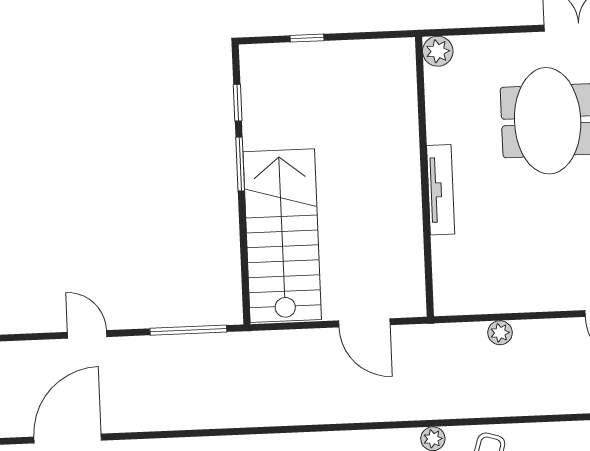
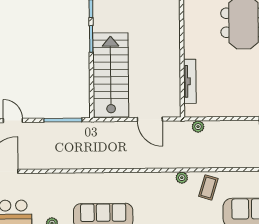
tv unit: (441, 190) -> (190, 81), moved
plant: (500, 333) -> (198, 127), moved

